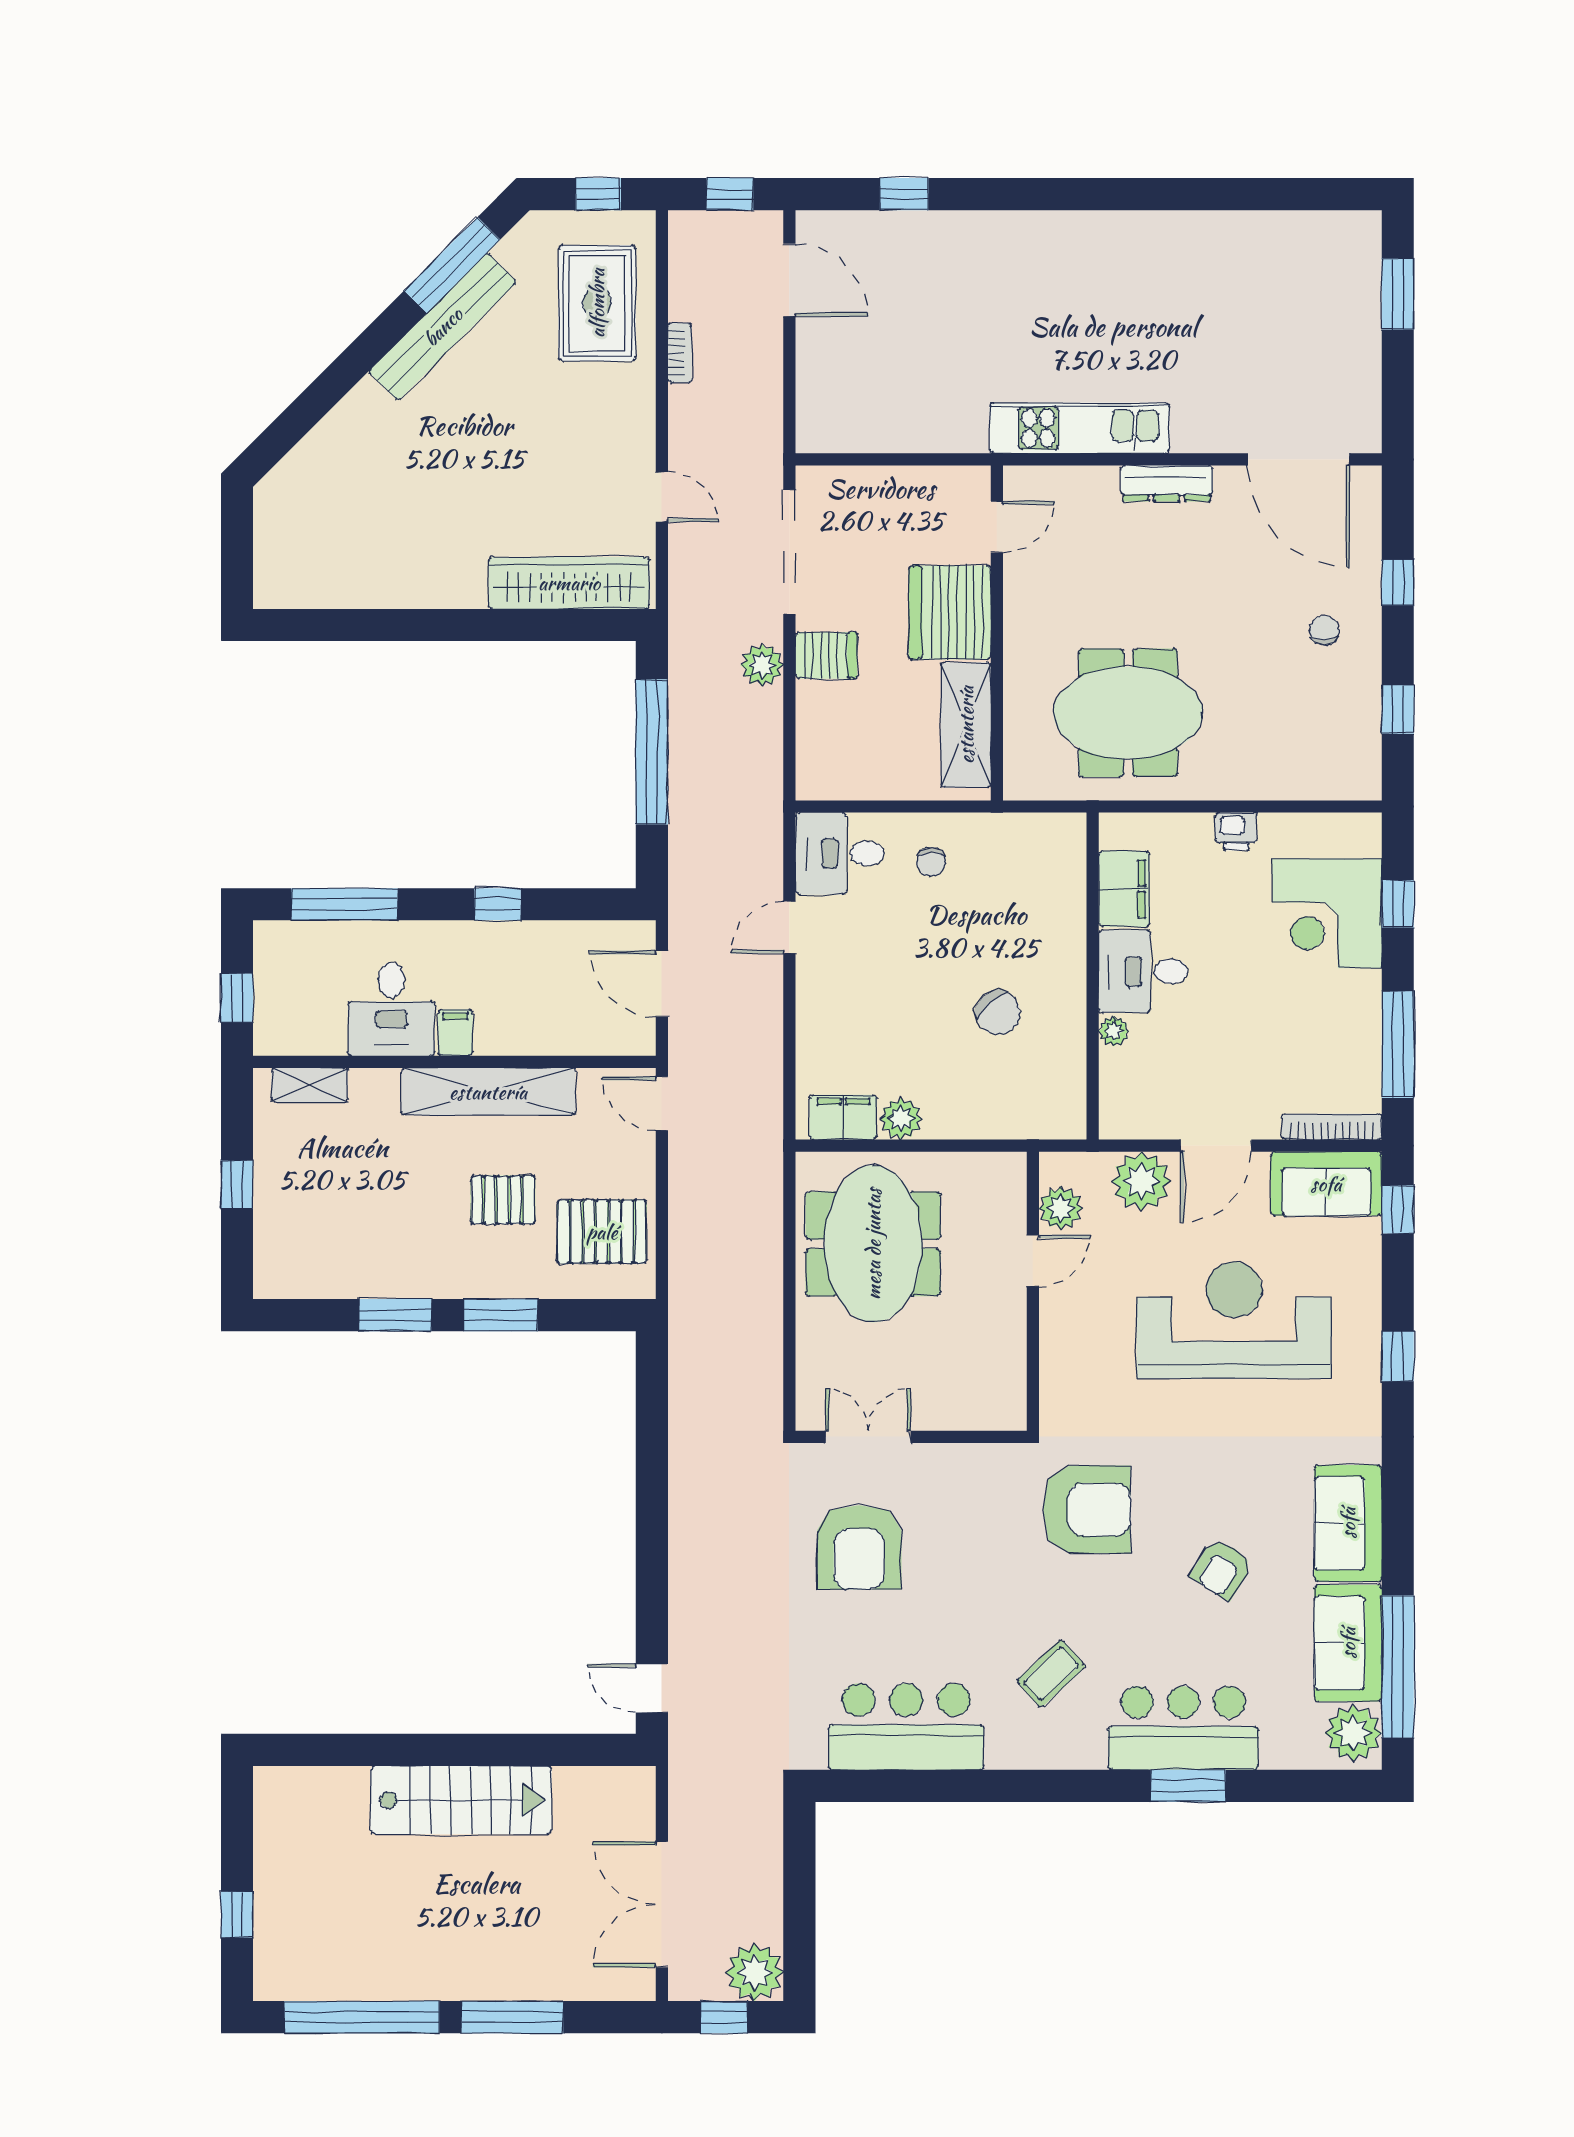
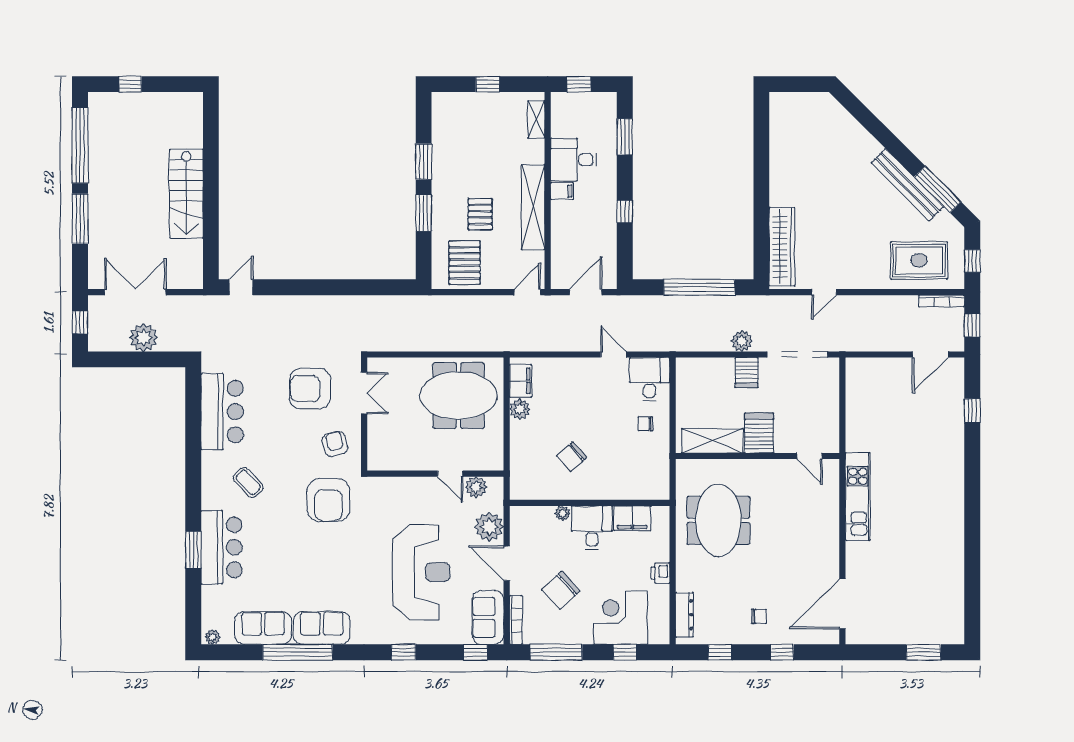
bookcase: (680, 353) -> (942, 301), moved, width x1.56
dresser: (1167, 483) -> (684, 615), moved, turned 180
server rack: (950, 612) -> (759, 433), width x0.62
window: (344, 904) -> (625, 137), width x0.69
chair: (1271, 1035) -> (561, 590), added
armchair: (1222, 1569) -> (335, 444), moved, turned 44
window: (1398, 1667) -> (298, 652), moved
plant: (1353, 1733) -> (213, 637), width x0.53, depth x0.53
plant: (755, 1972) -> (144, 338), moved

